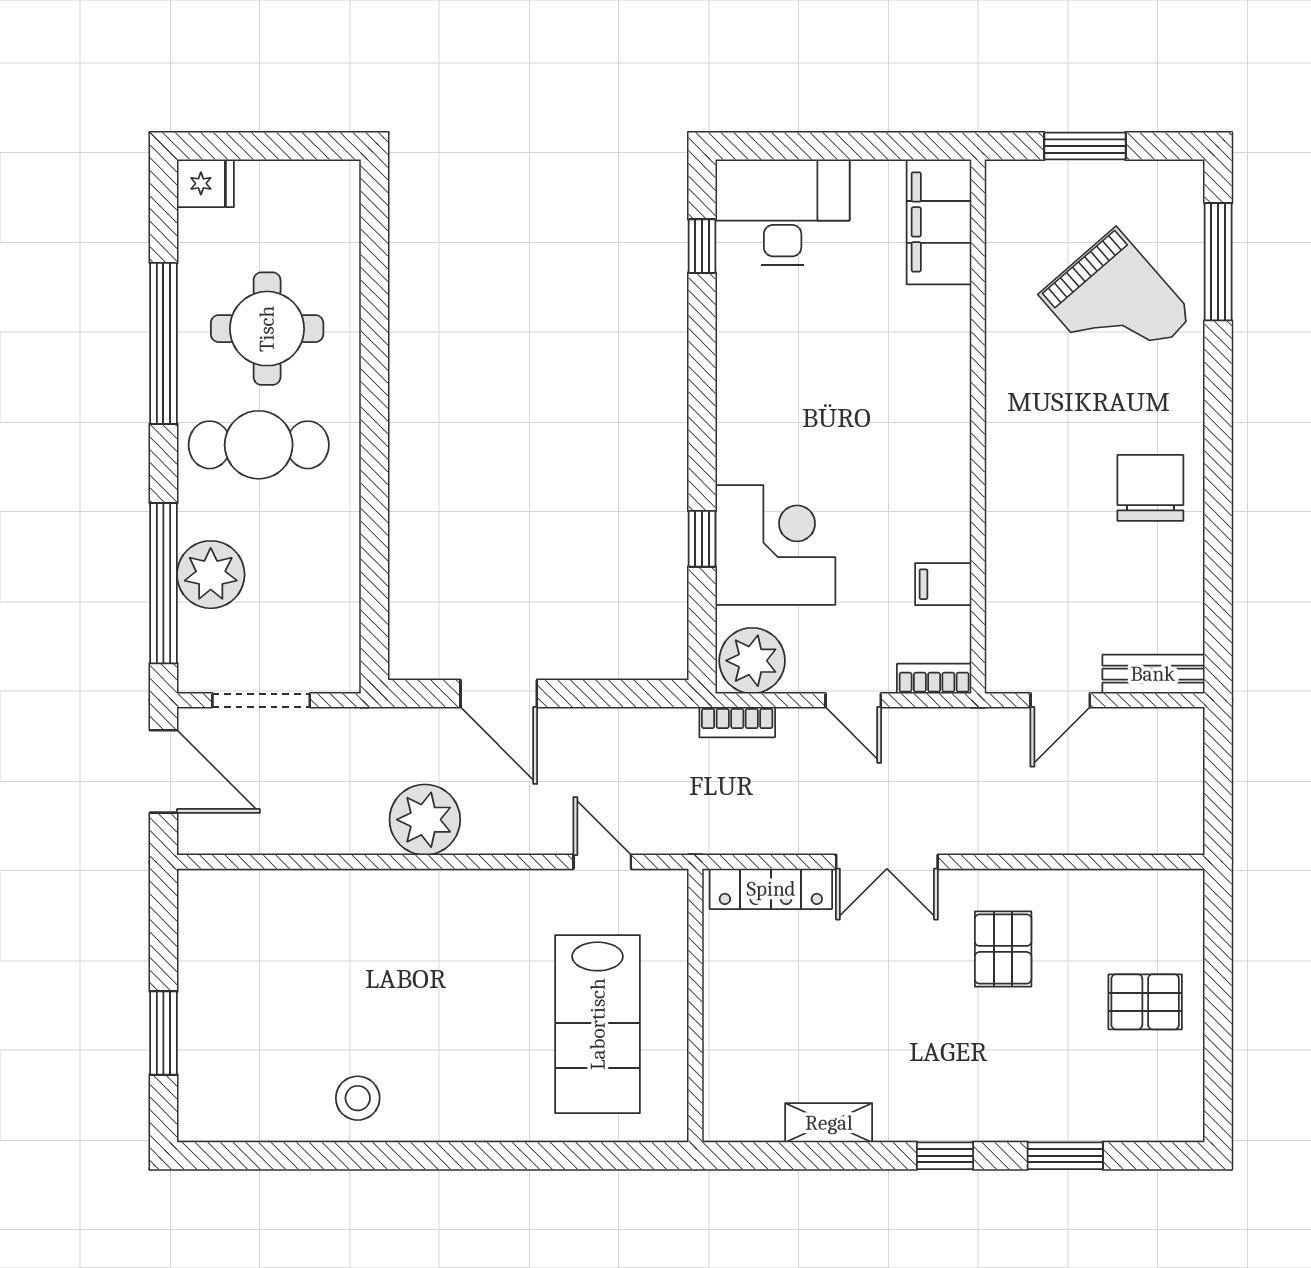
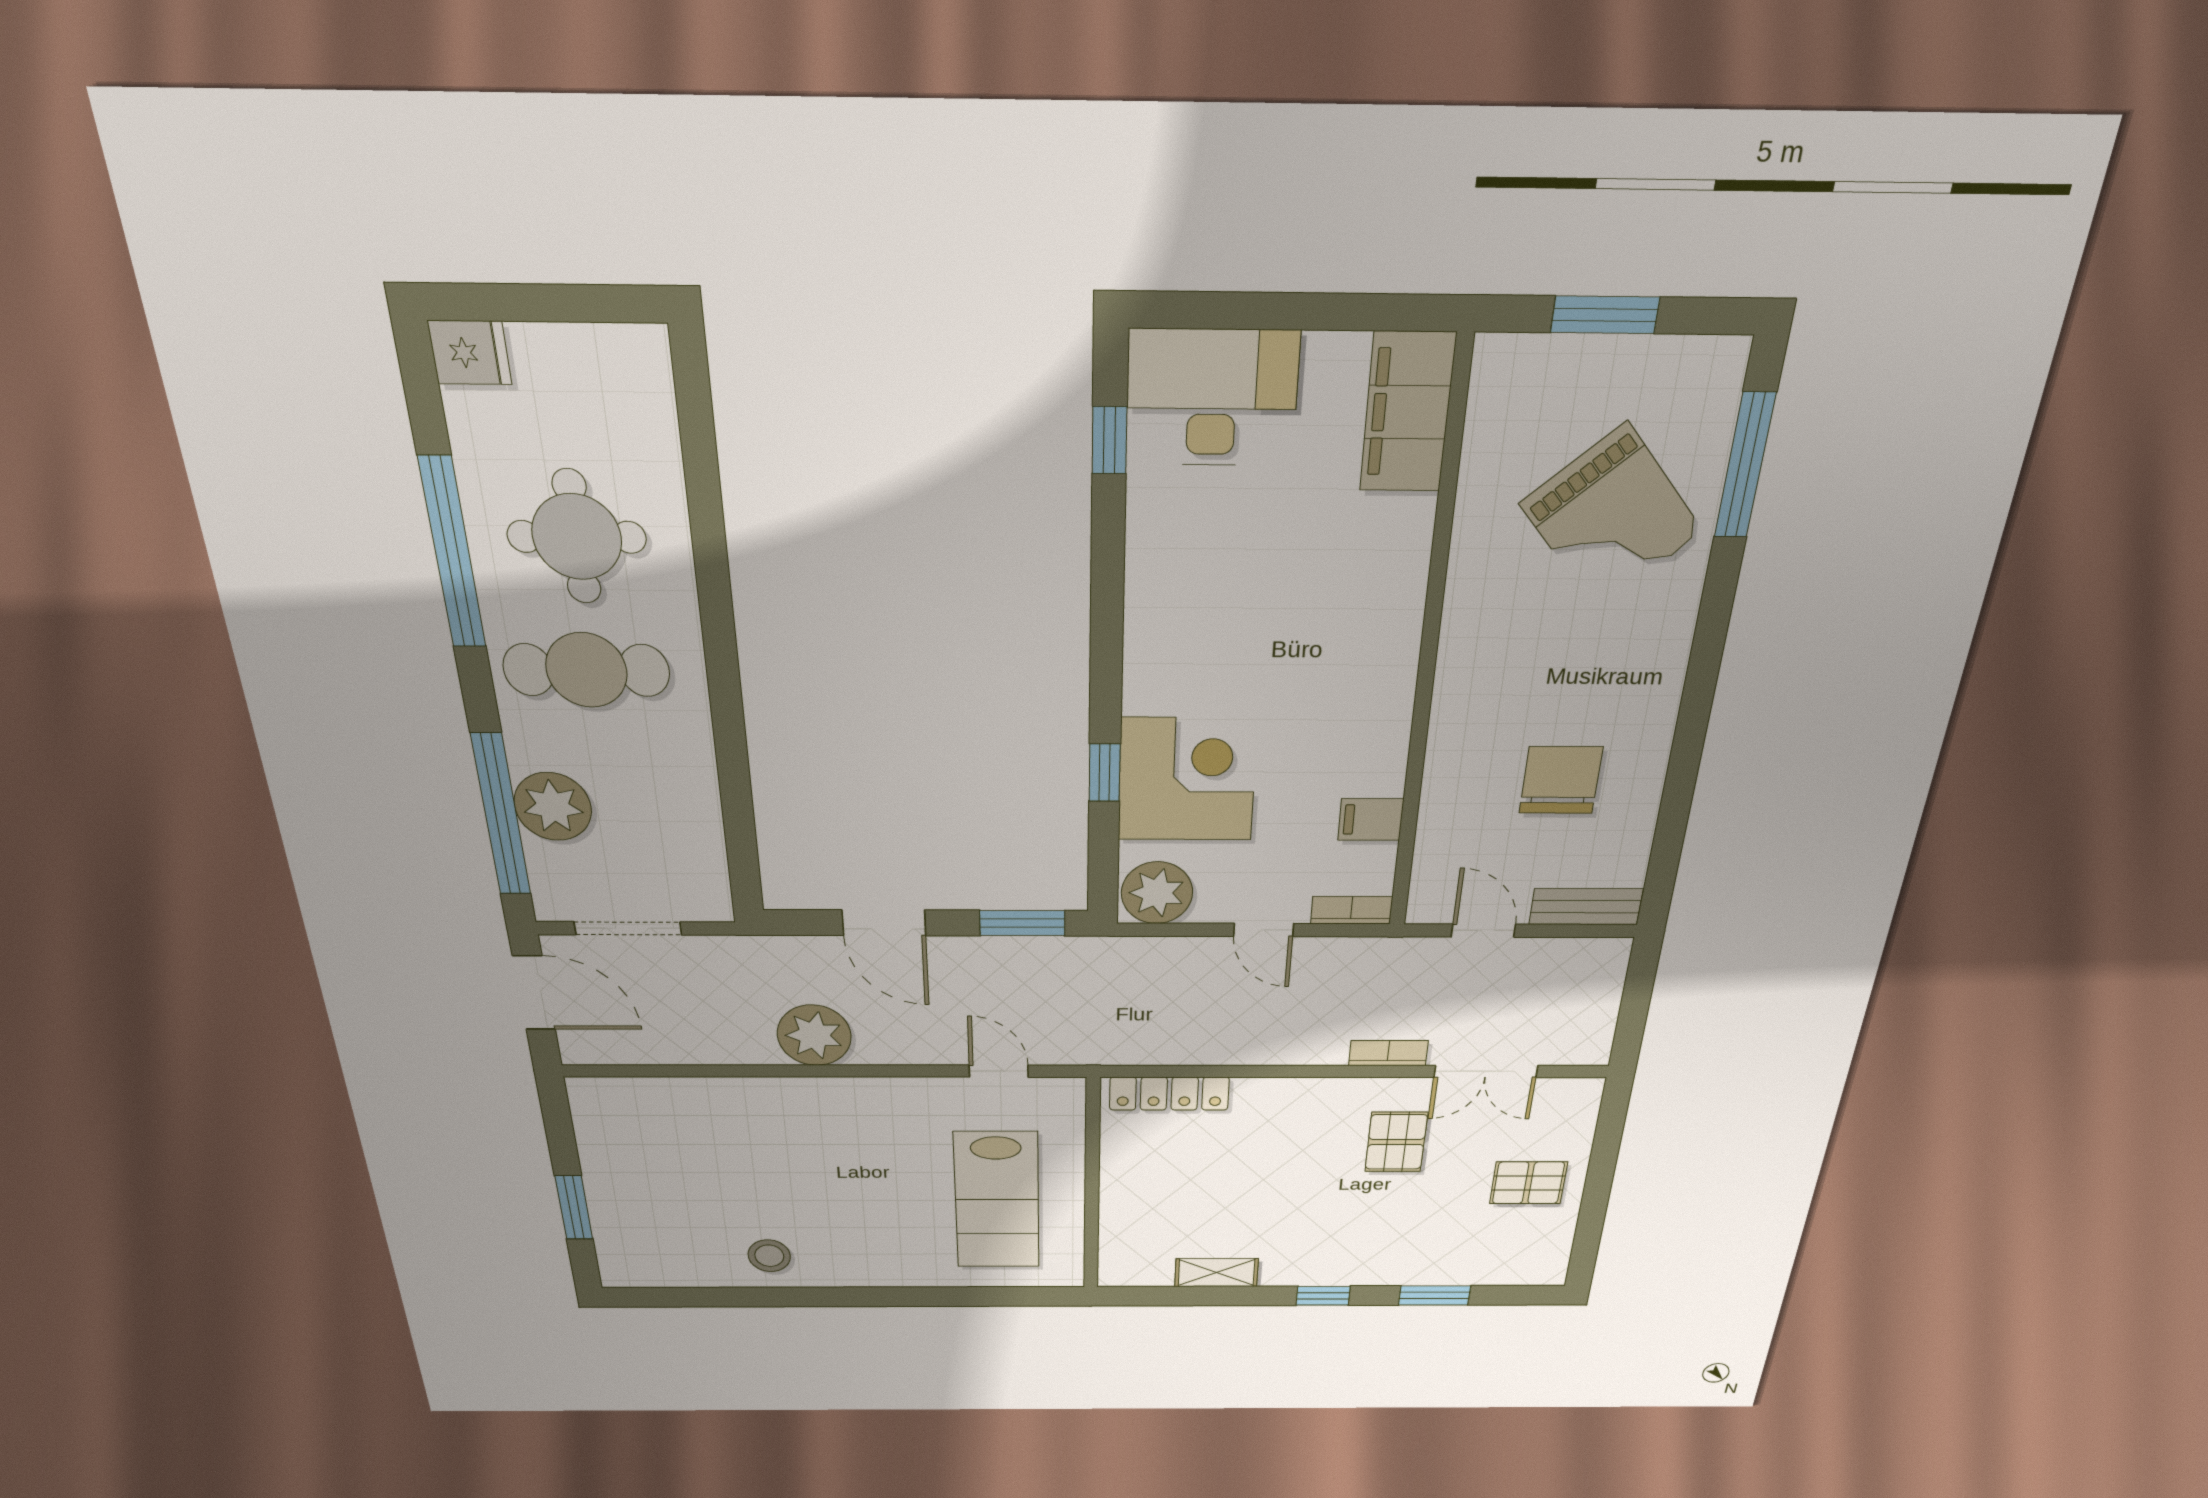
chair: (1150, 488) -> (1561, 780), moved
window: (627, 694) -> (1022, 923), added
door: (1060, 700) -> (1483, 931), swing flipped
bookcase: (737, 722) -> (1388, 1053), moved, turned 180
double door: (887, 862) -> (1486, 1071), moved

